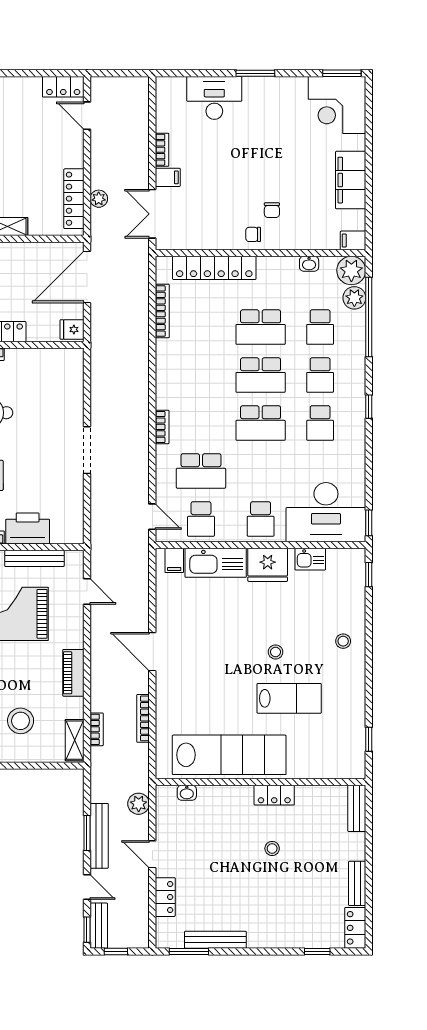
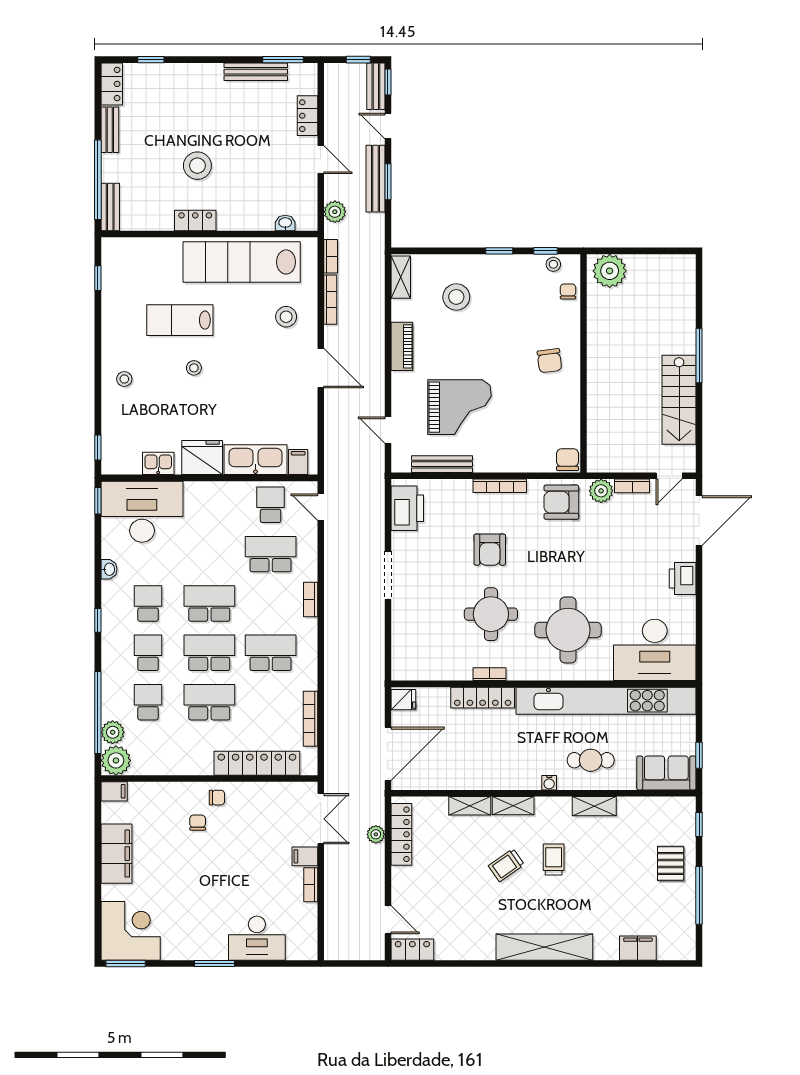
washbasin: (309, 264) -> (109, 569), moved, turned 90
school desk: (261, 519) -> (271, 653), moved, width x1.85
printer: (28, 528) -> (407, 508), moved, turned -90
stool: (186, 702) -> (286, 317), added
bookcase: (97, 729) -> (331, 256), moved, turned 180
window: (369, 835) -> (98, 180), added
stool: (272, 848) -> (197, 166), width x1.89, depth x1.89

